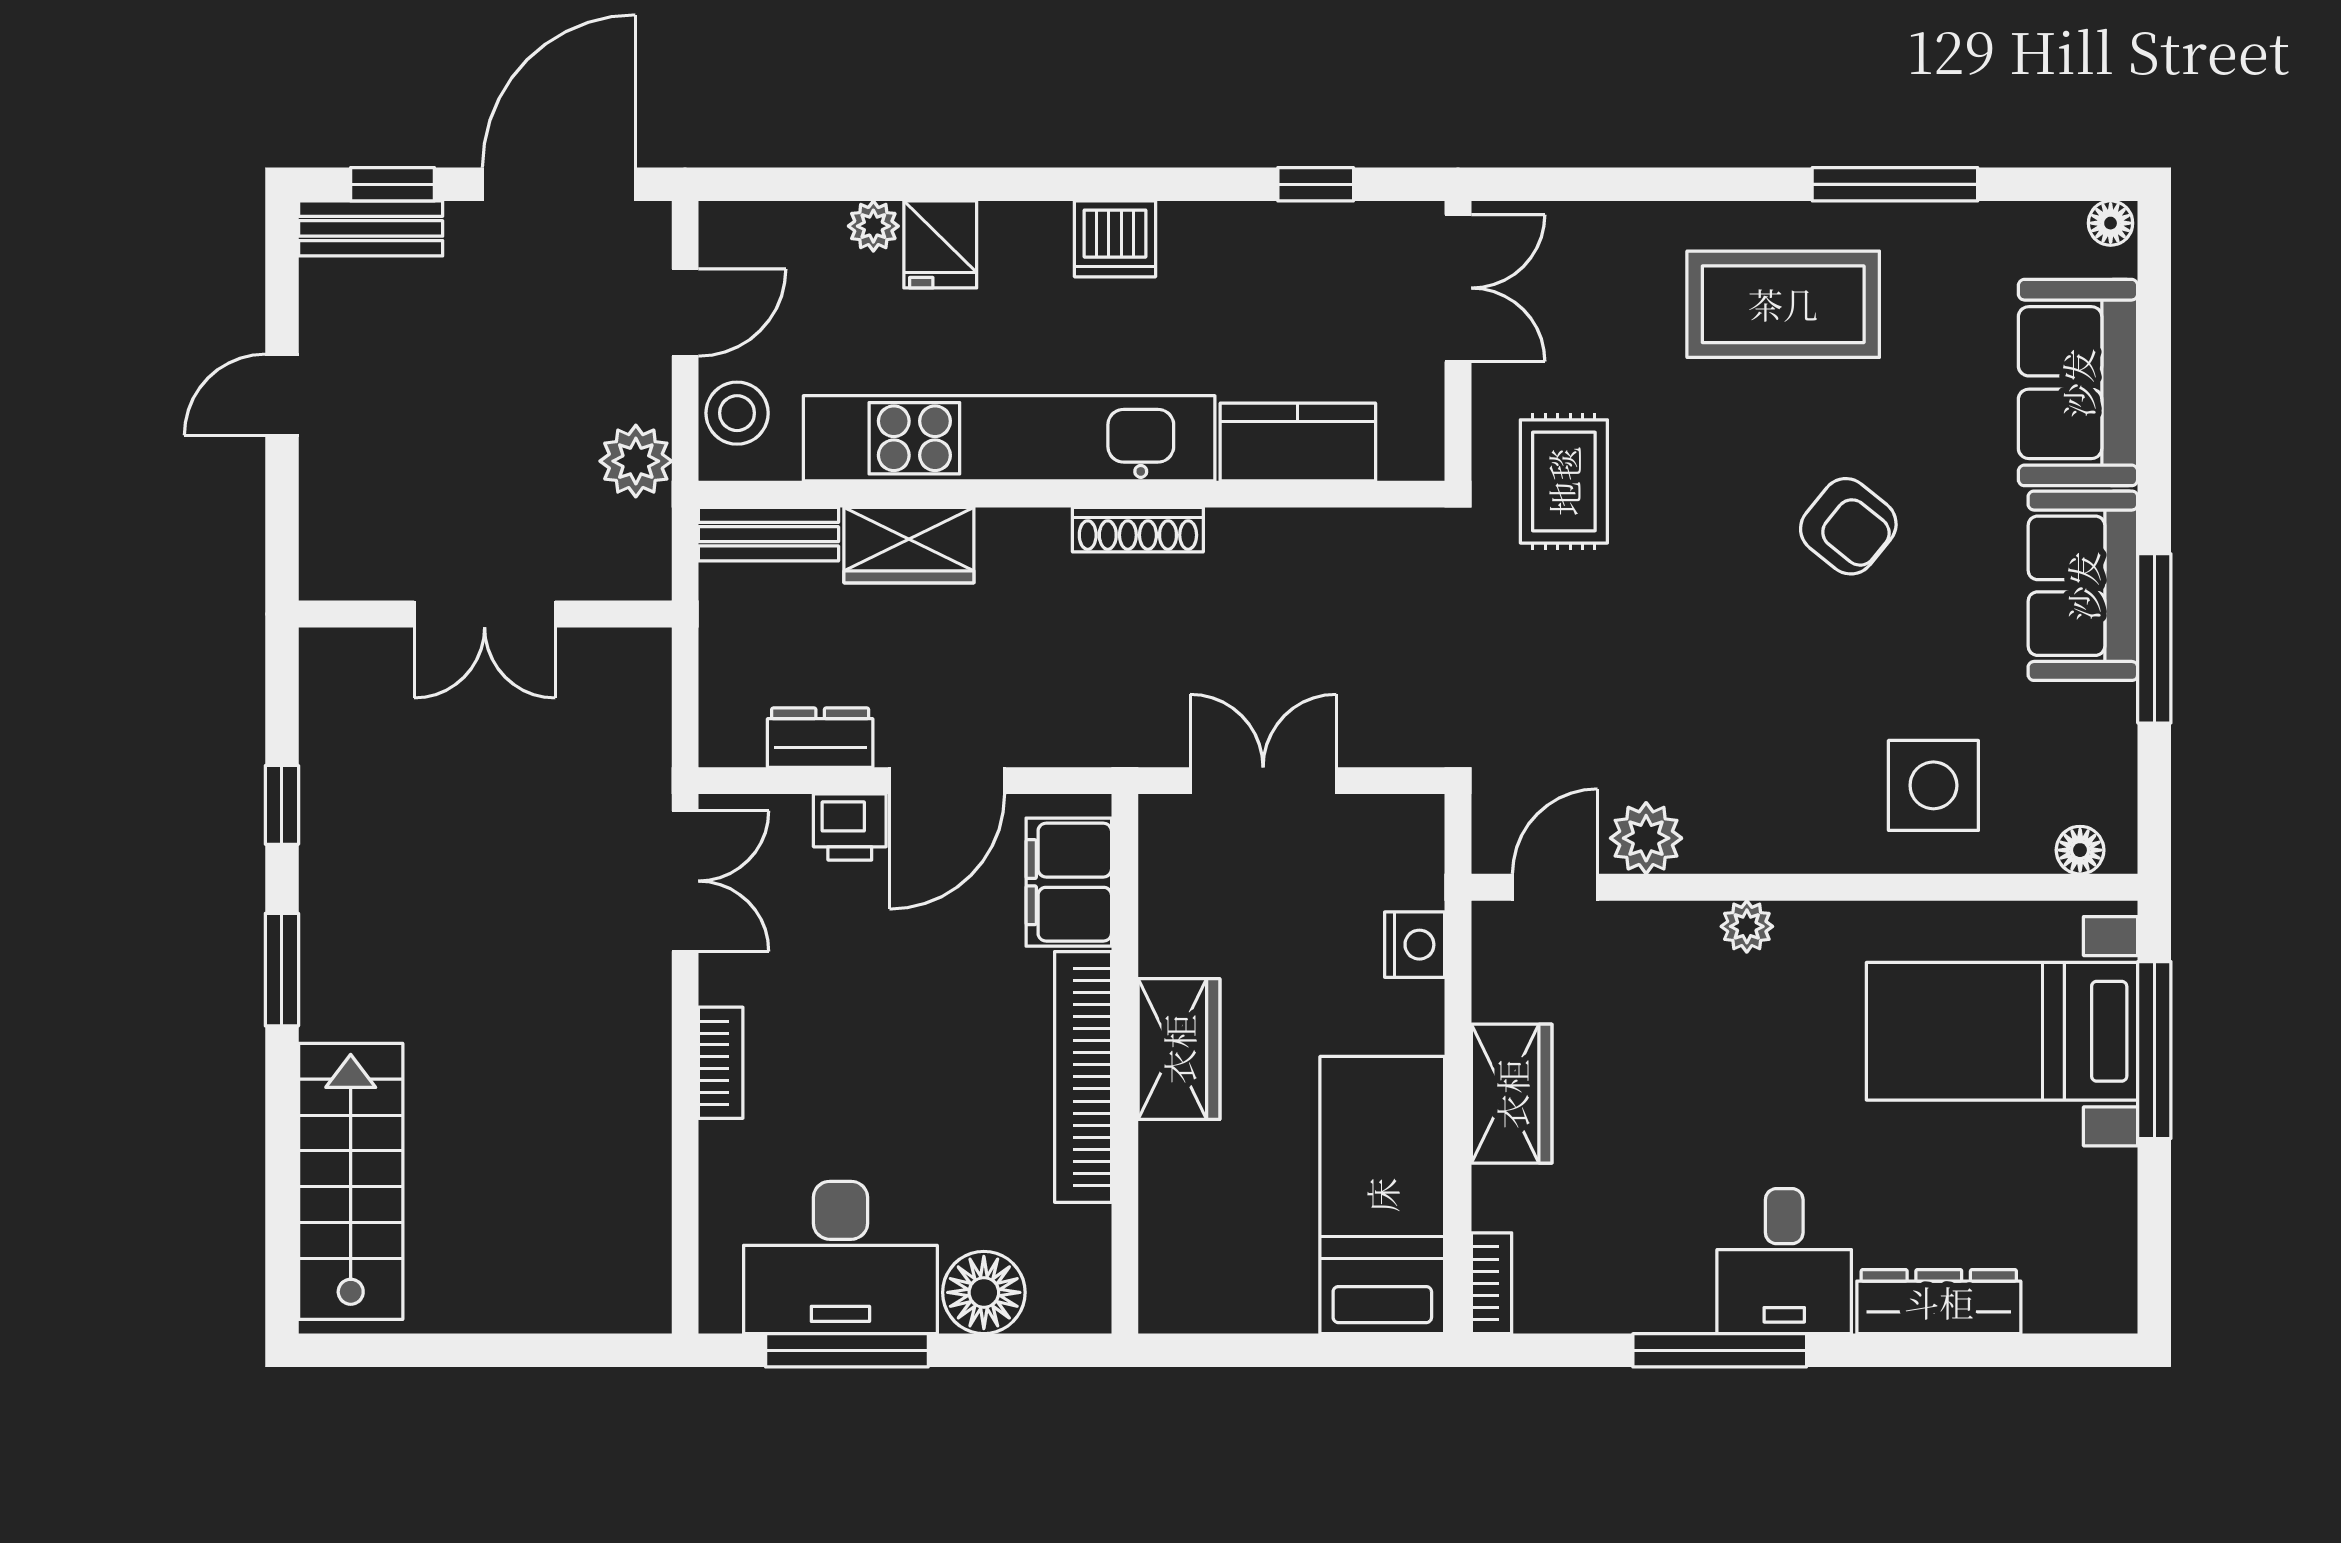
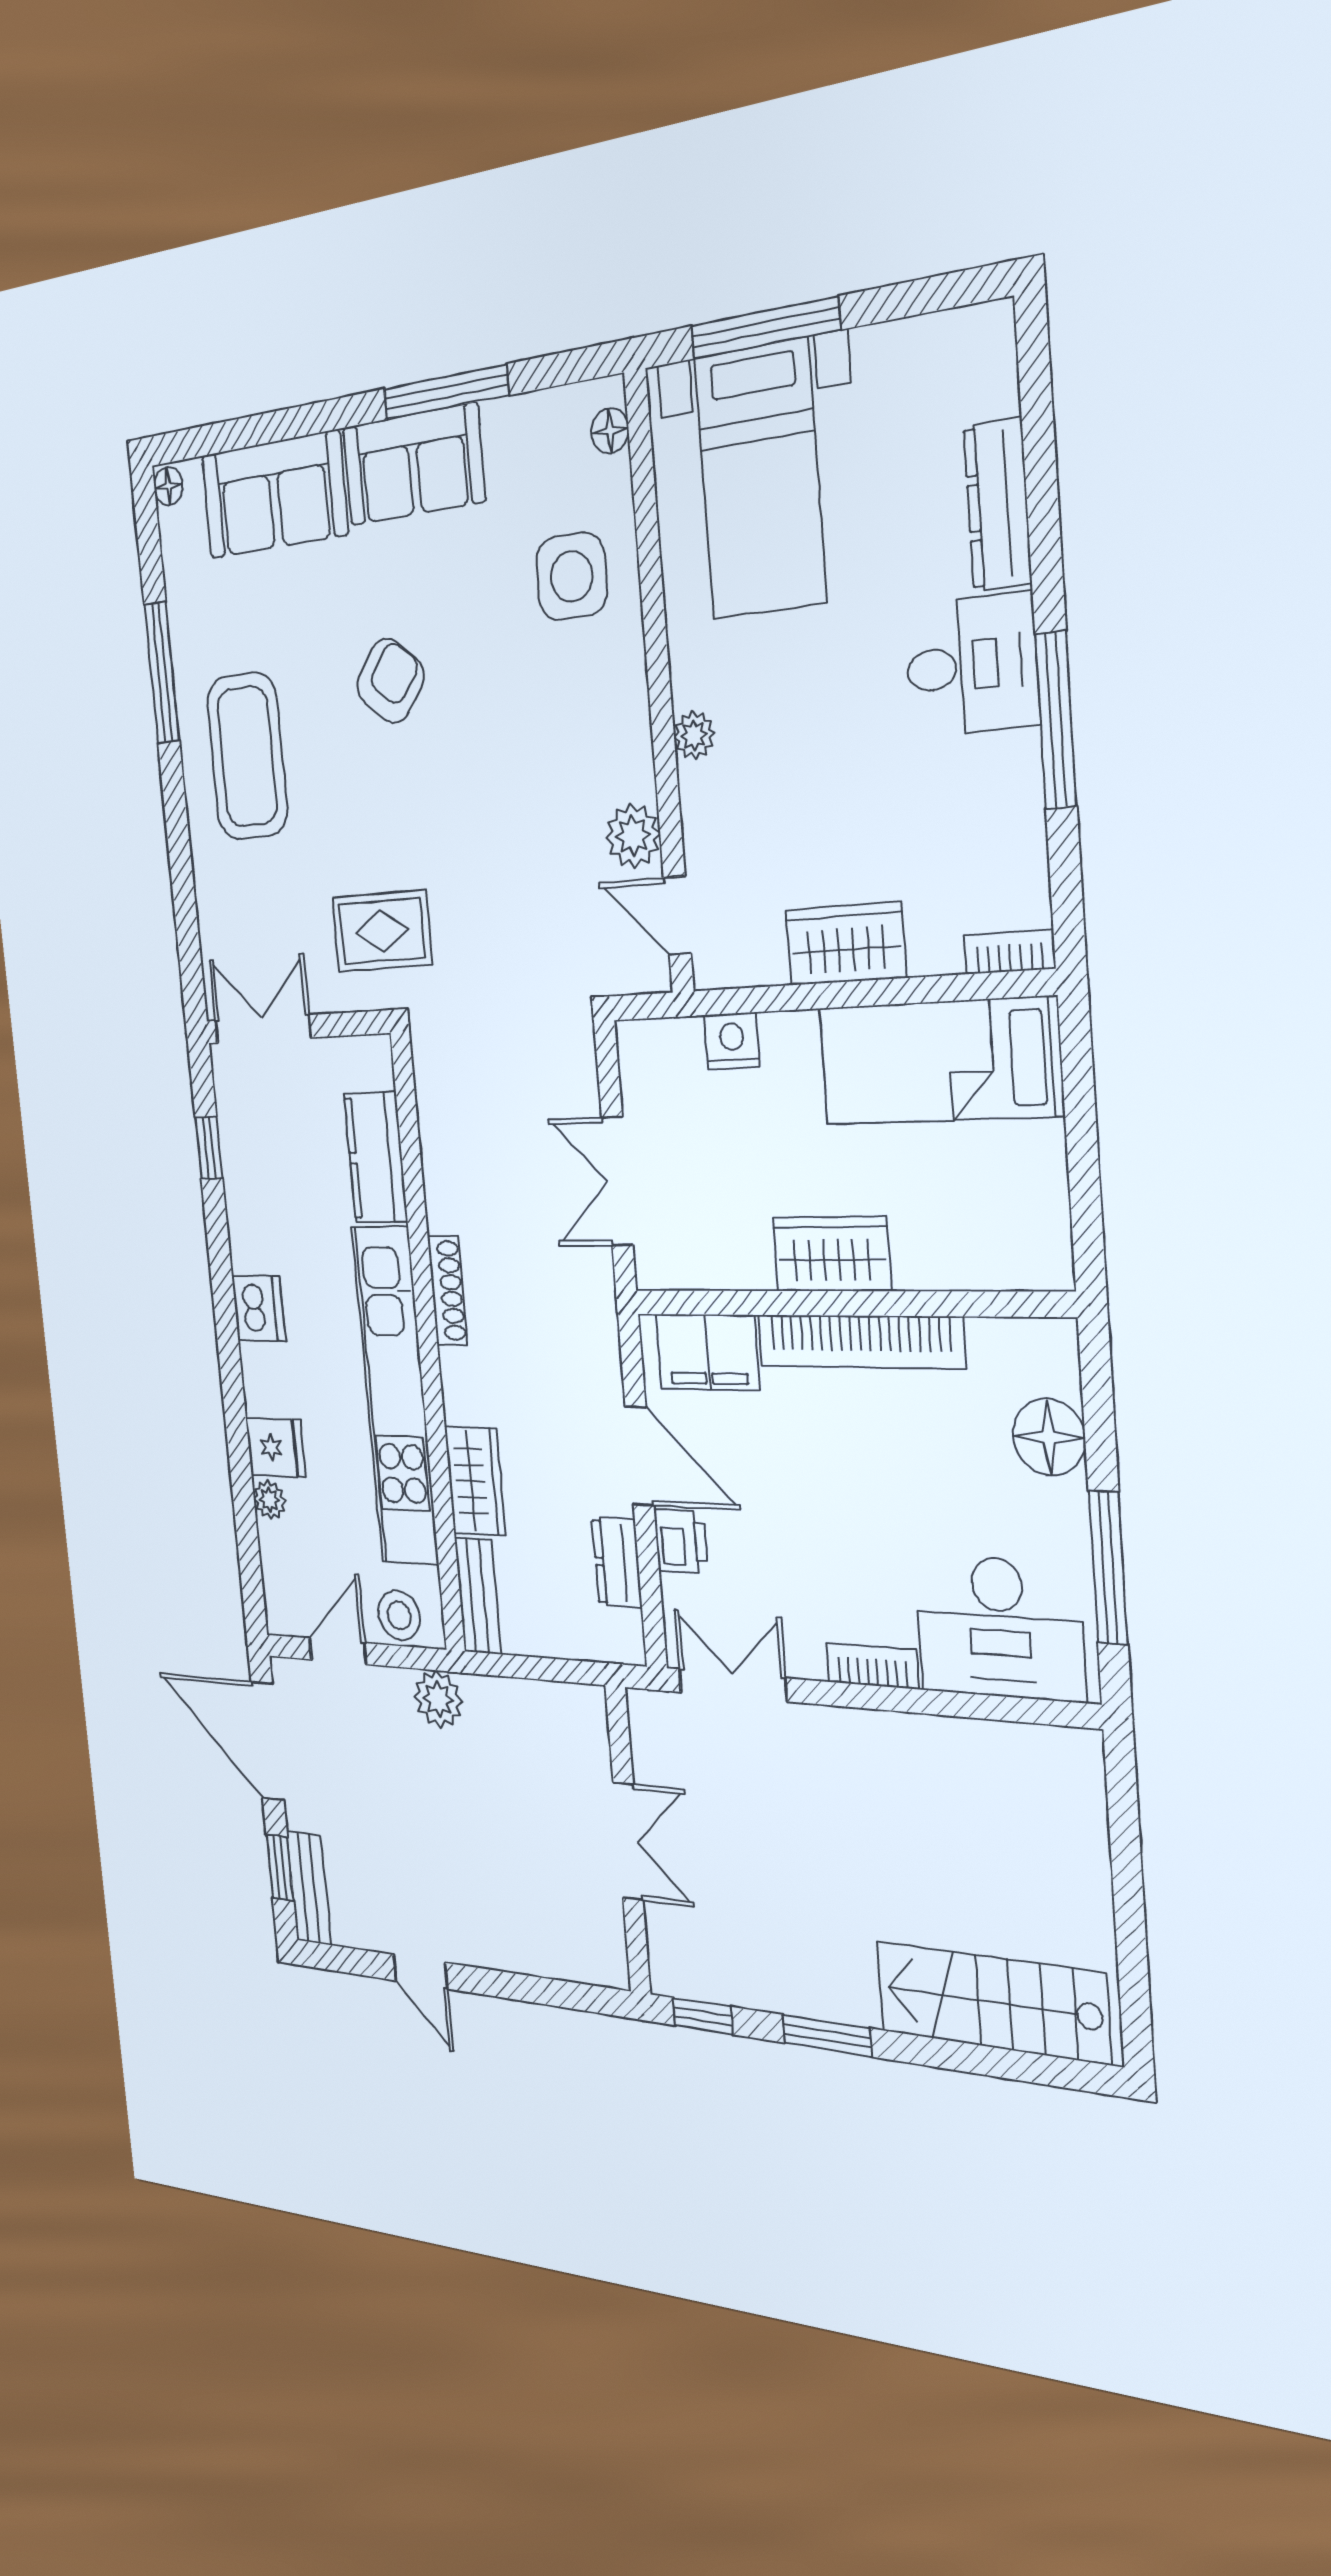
door: (685, 313) -> (338, 1651), hinge flipped
double door: (485, 614) -> (628, 1841), moved
wall: (485, 614) -> (628, 1841), moved
desk: (840, 1258) -> (1000, 1627), moved, turned 90

